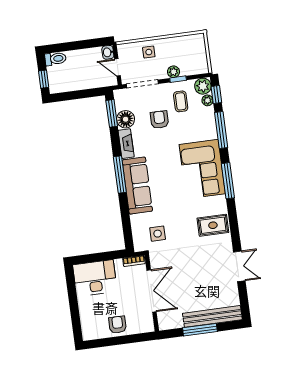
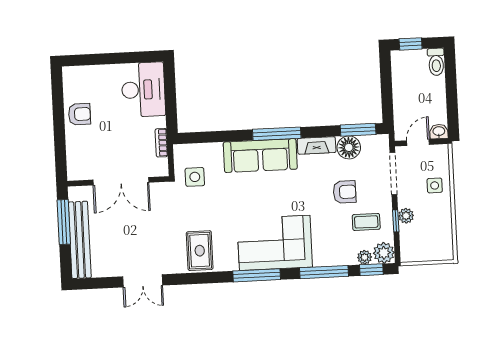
double door: (152, 291) -> (121, 181), moved
wall: (152, 293) -> (118, 181), moved

